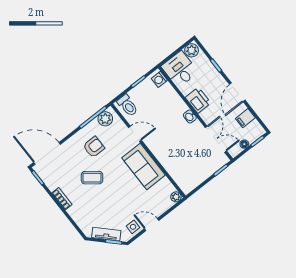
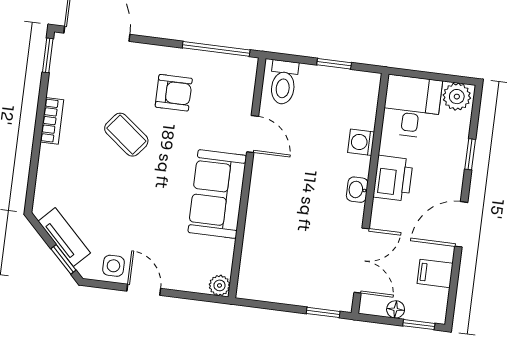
washing machine: (159, 79) -> (361, 142), moved
plant: (105, 119) -> (232, 69), removed

